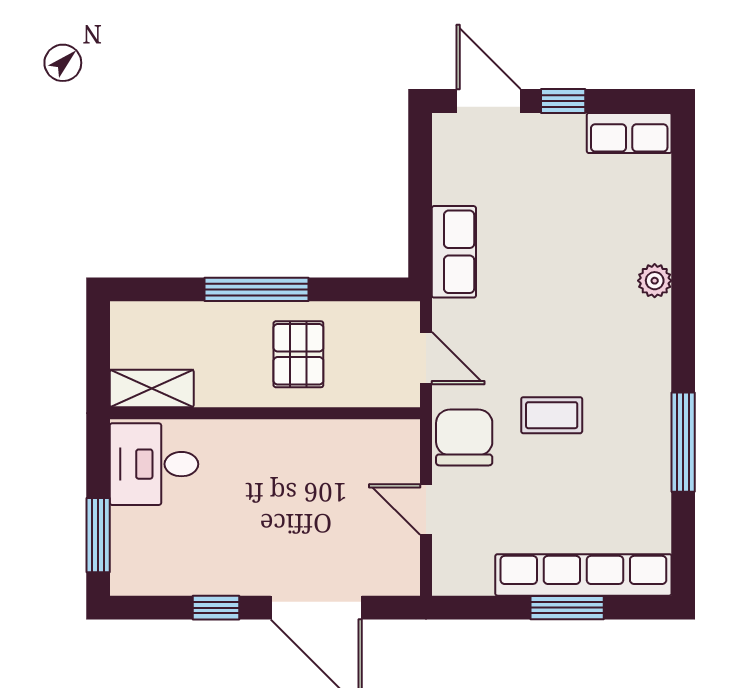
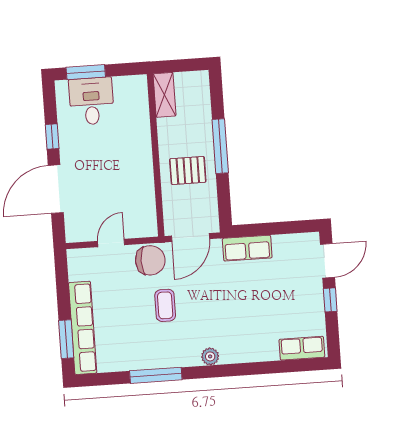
row of seats: (629, 133) -> (302, 348), moved, turned 90
plant: (655, 281) -> (210, 356), moved
door: (426, 358) -> (190, 237), width x1.38
desk: (154, 464) -> (91, 101), moved
window: (567, 608) -> (66, 339), moved

